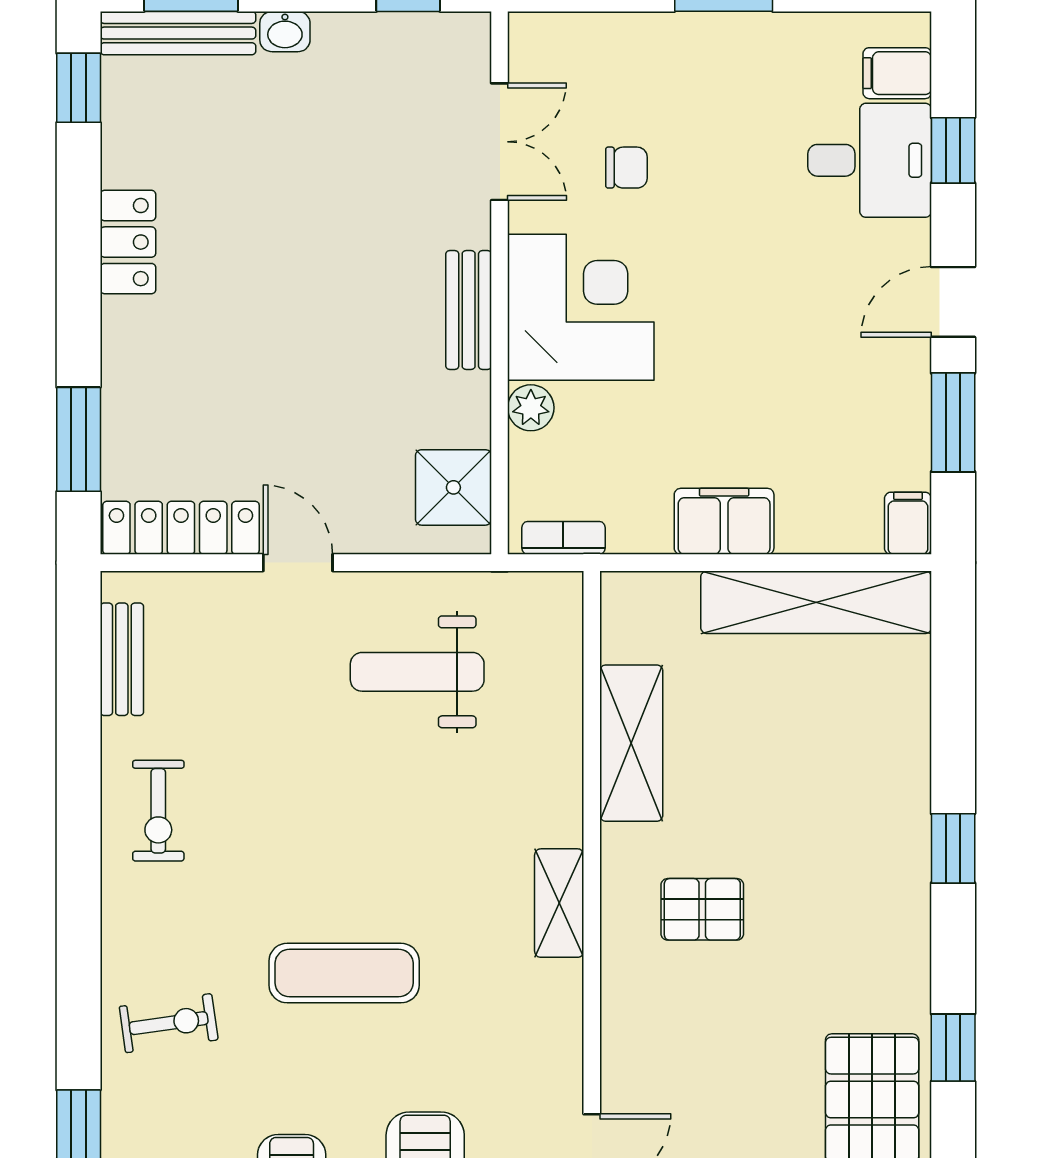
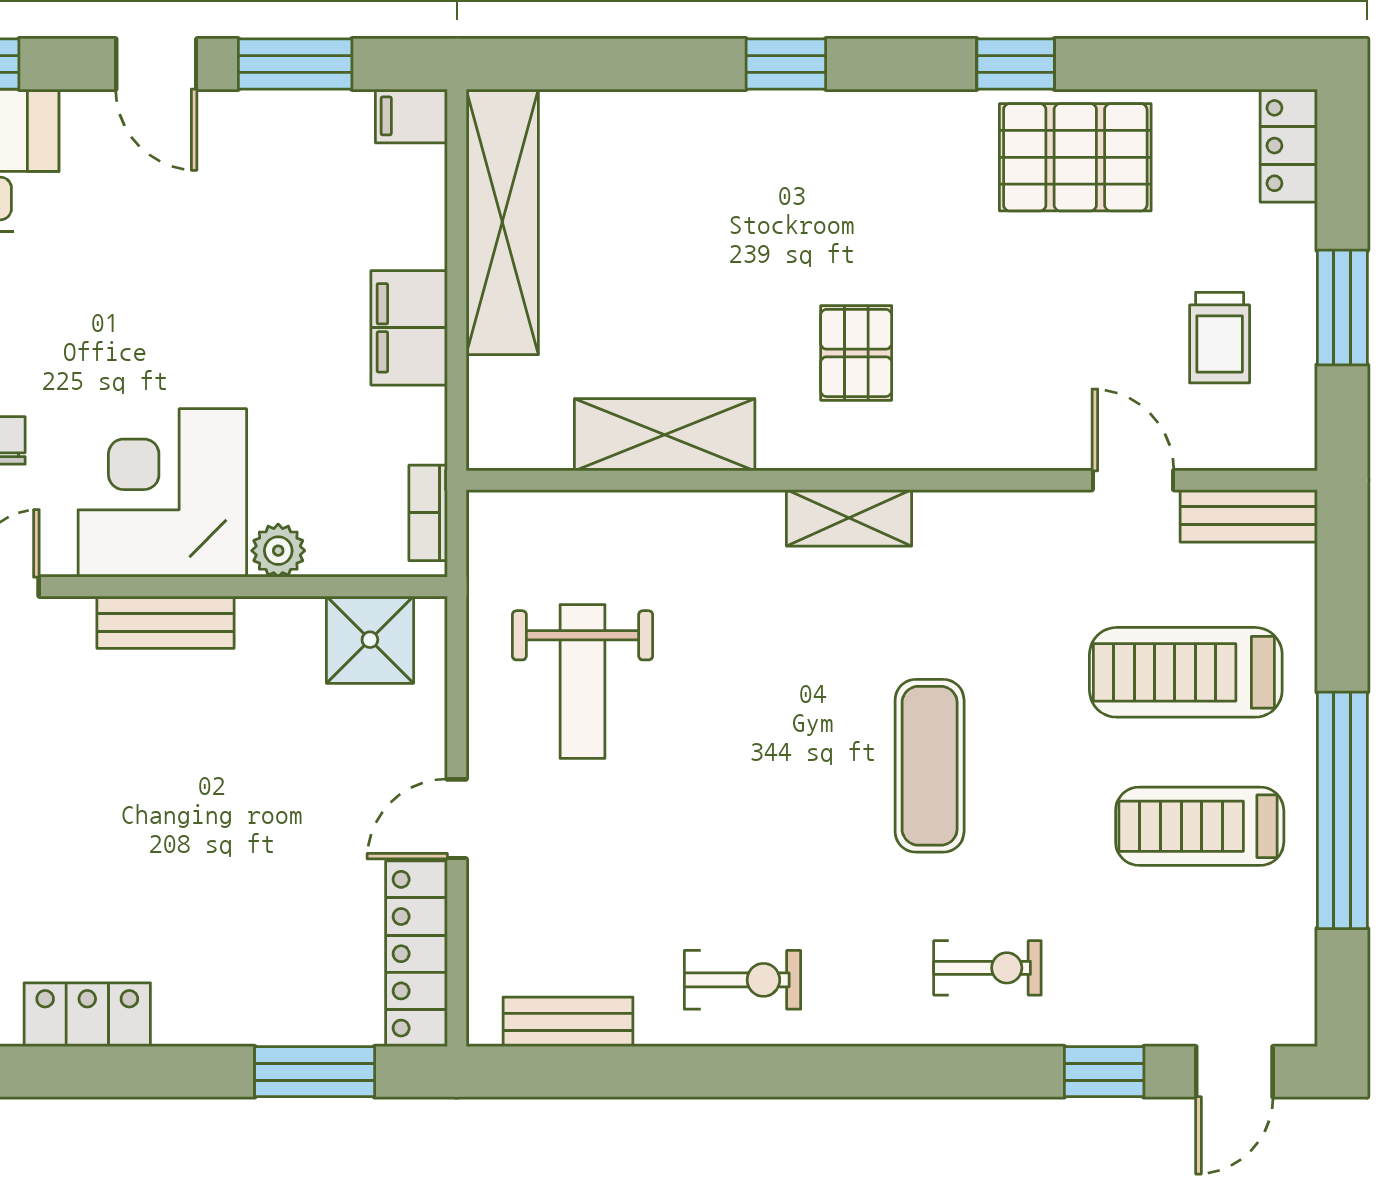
exercise bike: (169, 1023) -> (987, 968), turned 98

